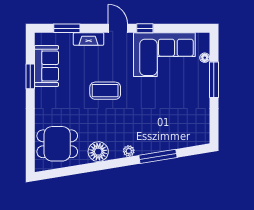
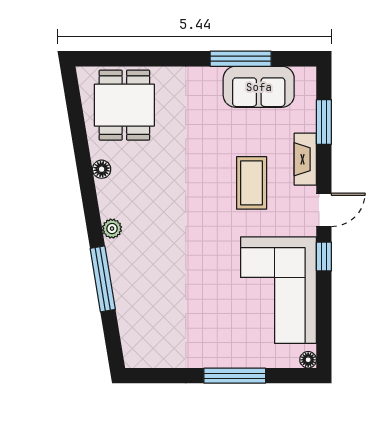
floor lamp: (205, 58) -> (308, 360), moved
window: (30, 76) -> (241, 59), width x1.44
coffee table: (105, 91) -> (252, 183), moved
floor lamp: (98, 152) -> (102, 169), width x0.53, depth x0.53

